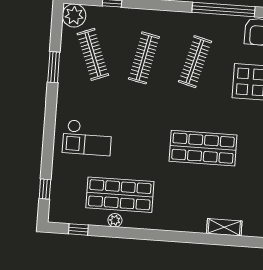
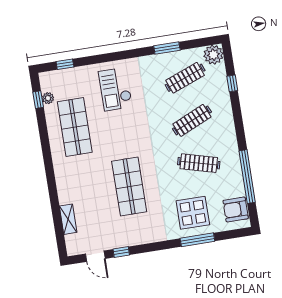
clothes rail: (144, 58) -> (192, 120), turned -36
plant: (115, 220) -> (48, 98), moved

